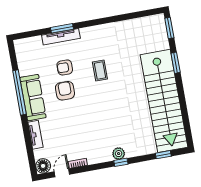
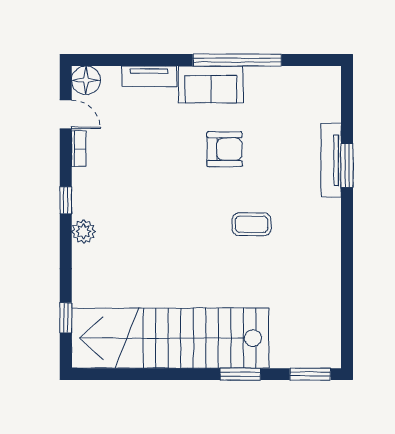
armchair: (65, 67) -> (270, 157), removed
sofa: (33, 98) -> (211, 84), width x0.73
window: (121, 162) -> (66, 200), moved

